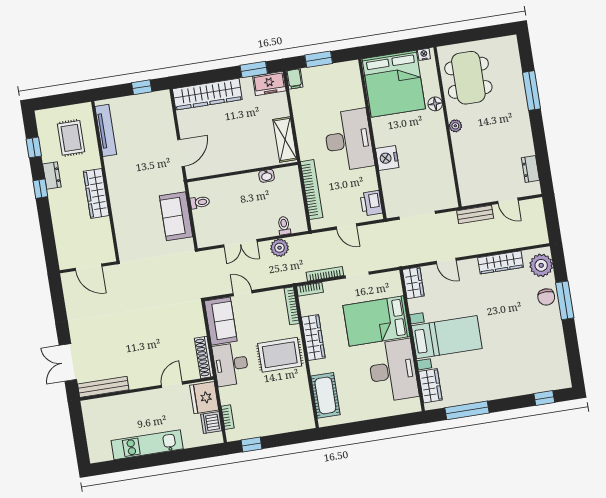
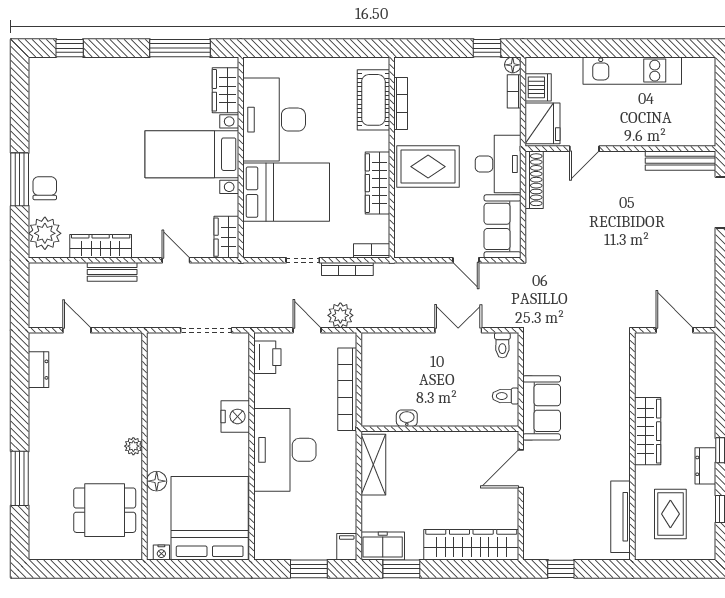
dining table: (468, 78) -> (105, 510), width x0.73
bench: (475, 214) -> (112, 272), moved
sofa: (176, 216) -> (542, 408), moved
toilet: (284, 226) -> (502, 345), moved
plant: (280, 248) -> (340, 315), moved
bookcase: (292, 306) -> (401, 103), moved
floor lamp: (232, 436) -> (513, 65), added

